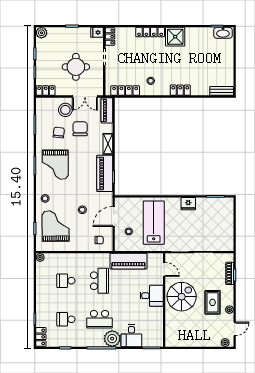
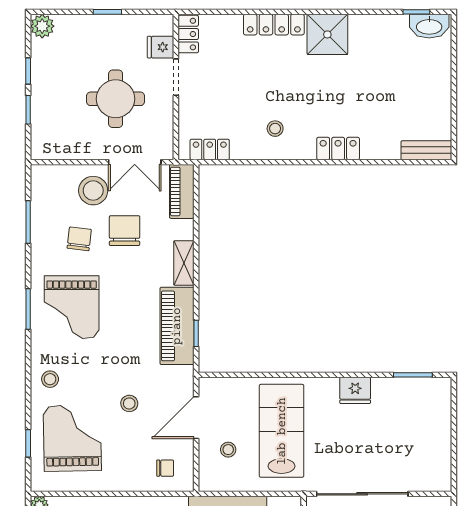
fridge: (97, 32) -> (161, 47), moved
locker: (46, 91) -> (51, 149), removed
locker: (125, 91) -> (210, 149), width x0.66

